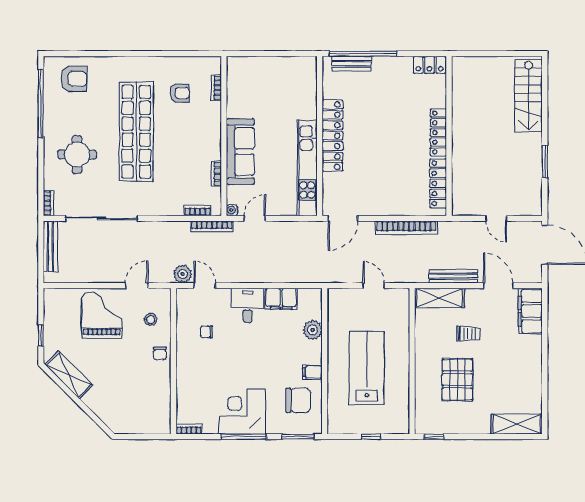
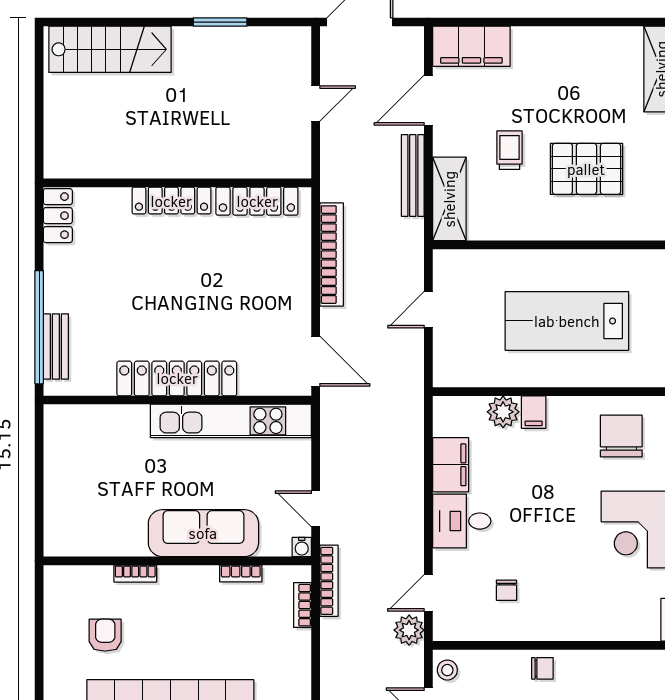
bookcase: (216, 88) -> (135, 574), moved
stool: (151, 320) -> (447, 670), moved
filing cabinet: (312, 372) -> (534, 412), moved

